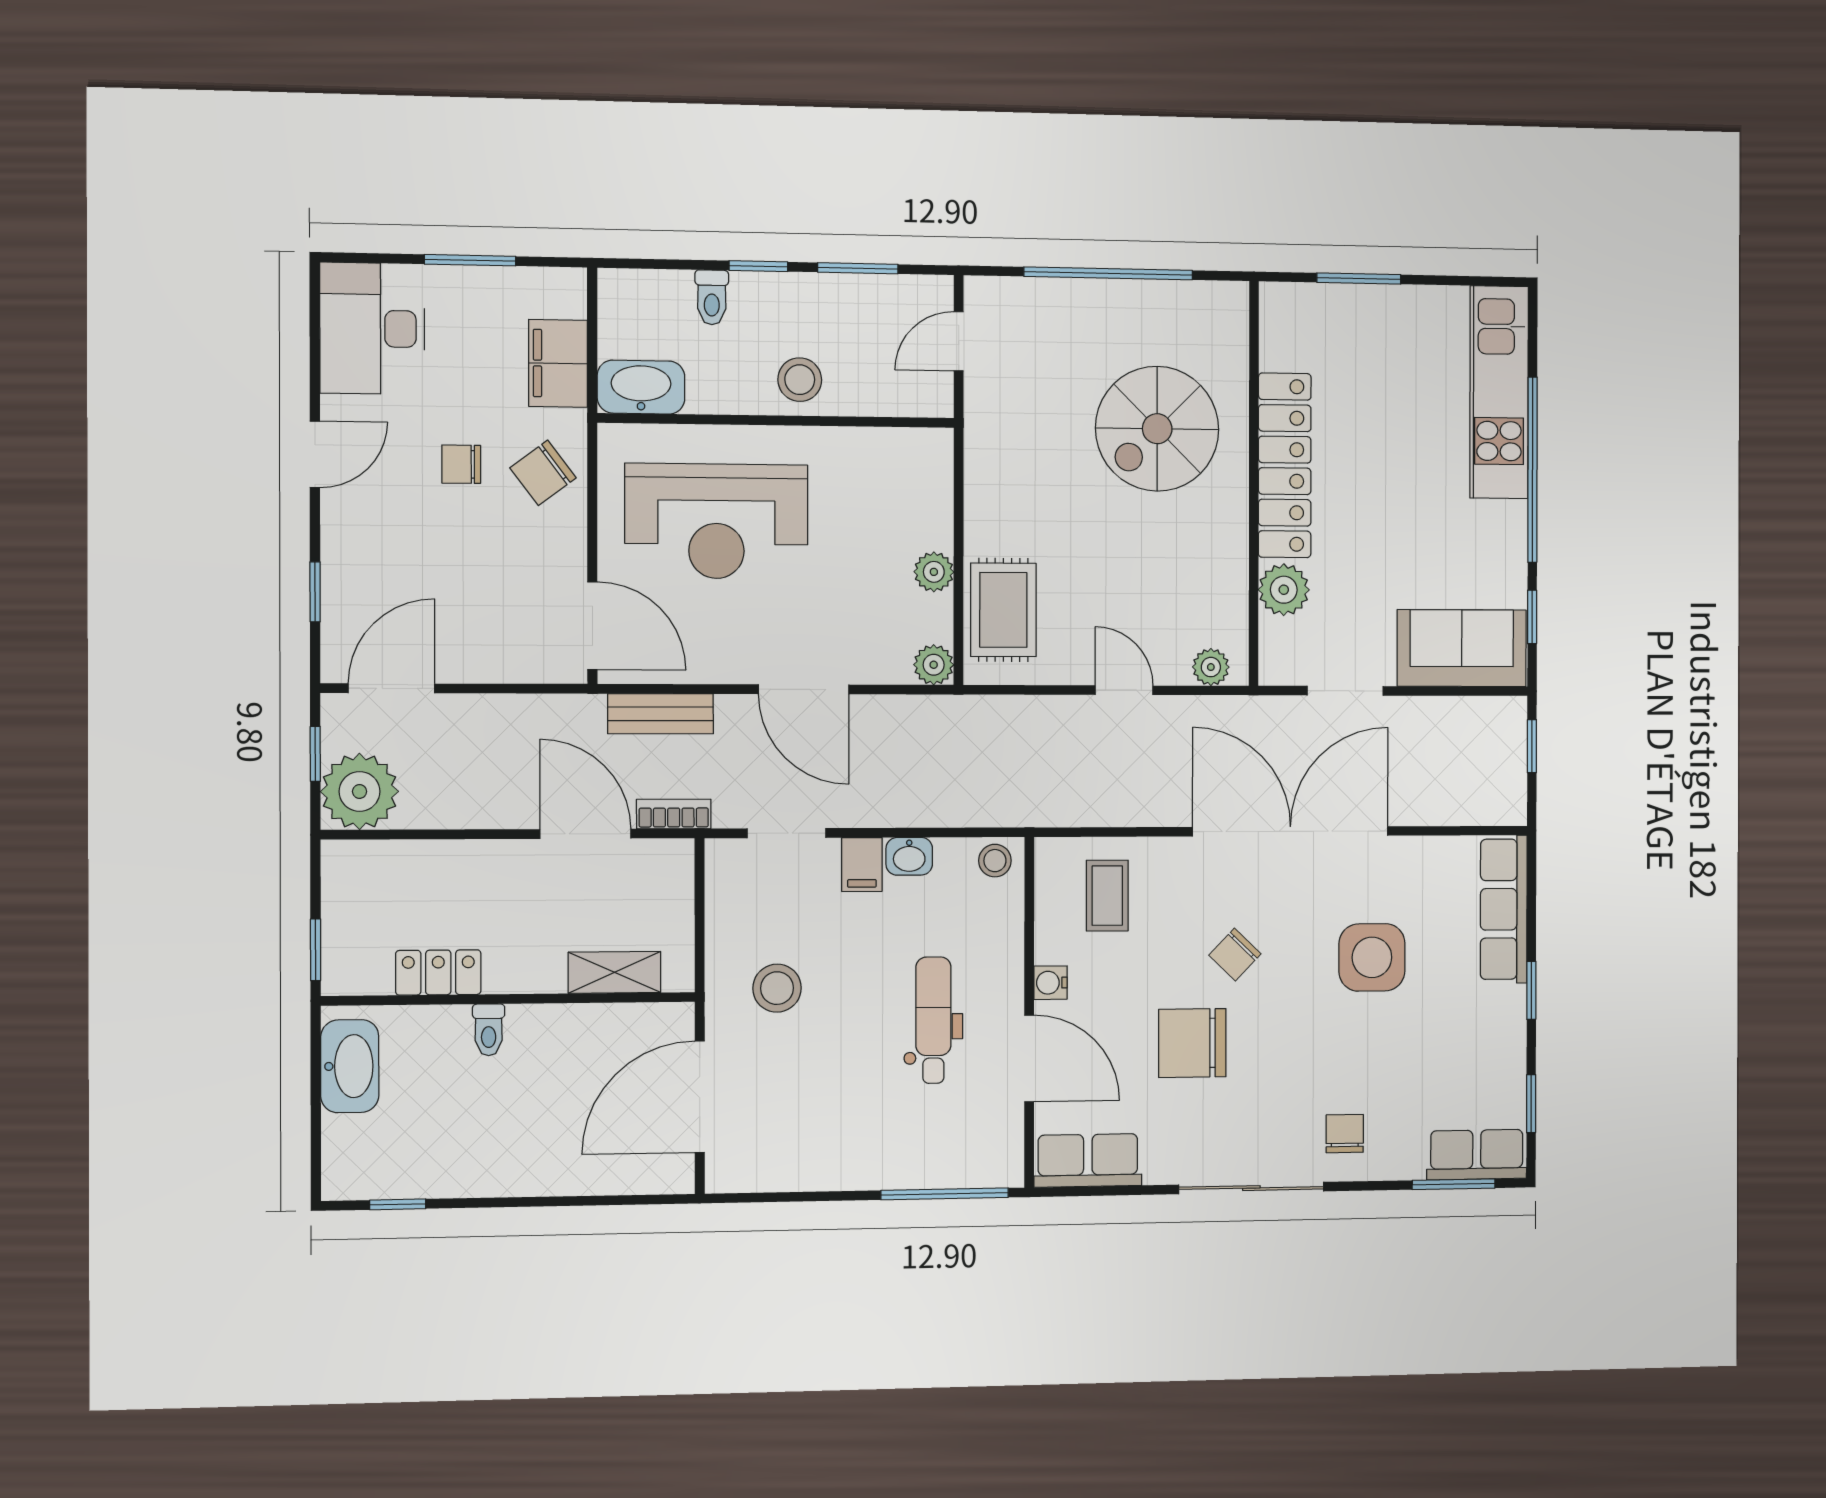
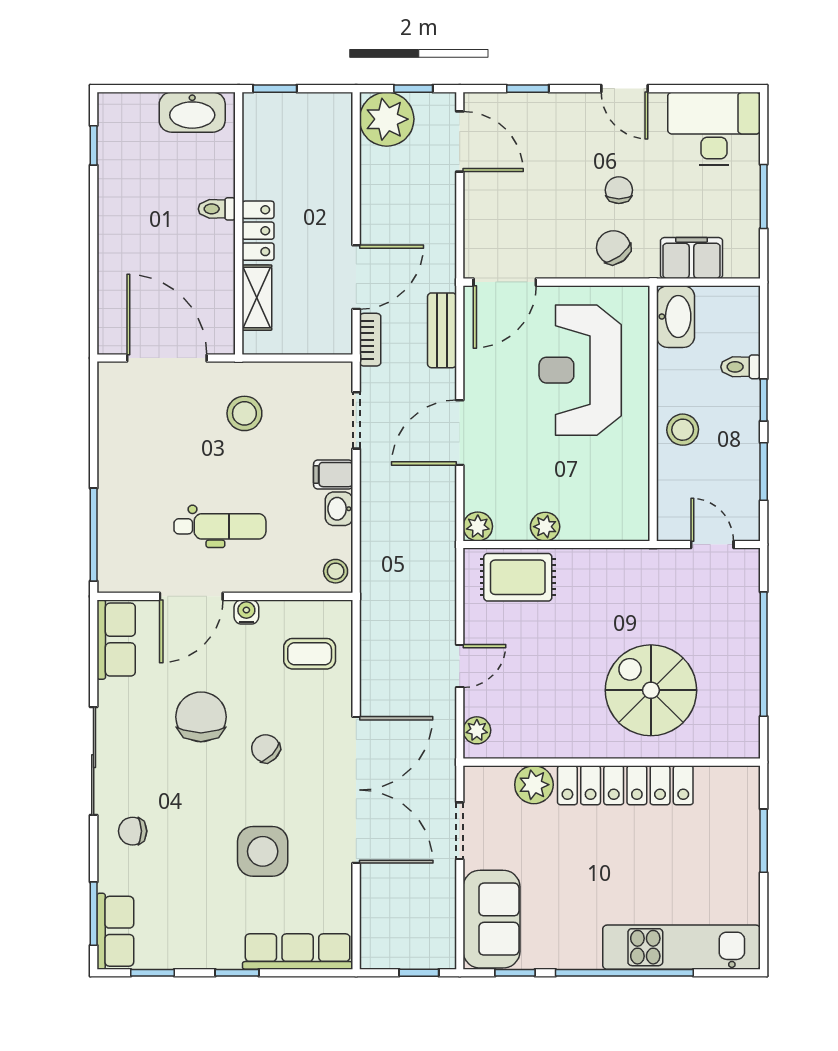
locker: (438, 972) -> (258, 231), moved
chair: (1345, 1134) -> (133, 831), turned 180

